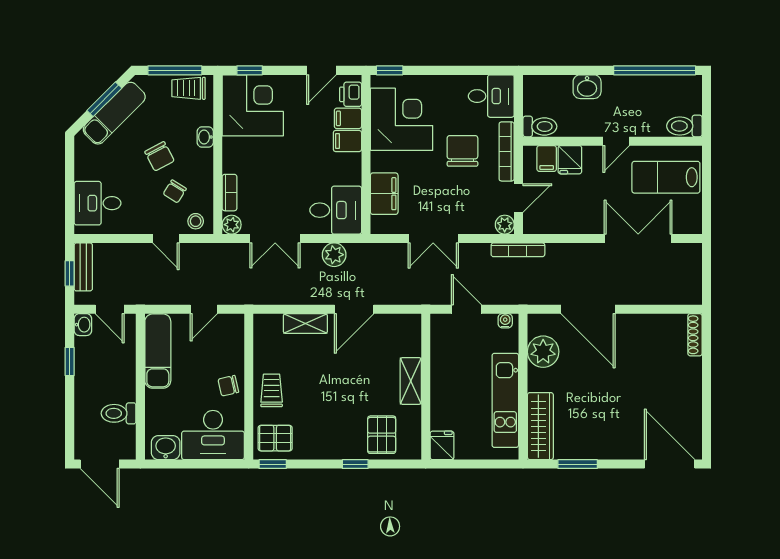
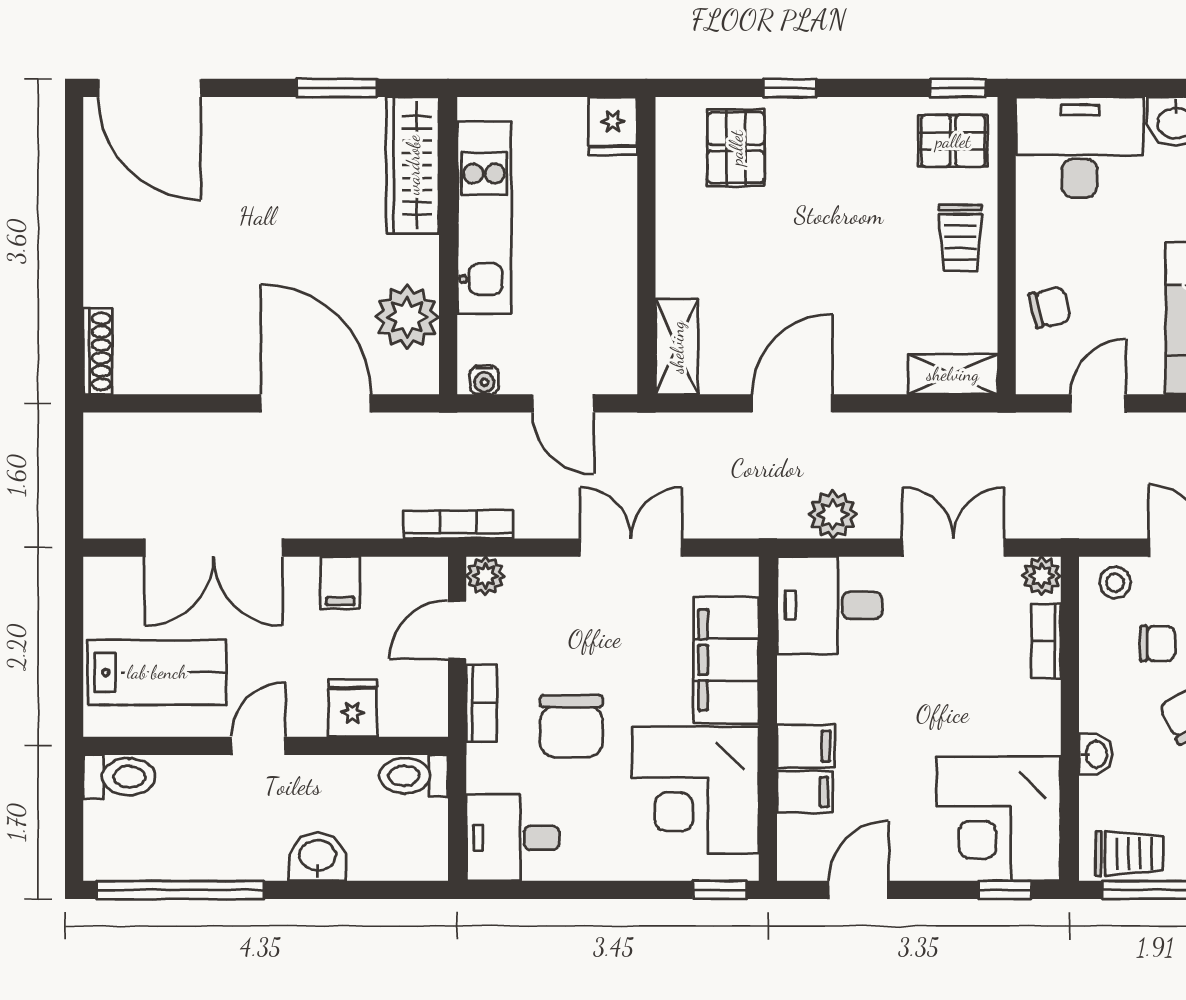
printer: (351, 94) -> (799, 841), removed
bookcase: (507, 151) -> (482, 703), width x0.64
filing cabinet: (547, 158) -> (340, 583), moved, turned 180
chair: (175, 191) -> (1158, 643), turned 58
filing cabinet: (384, 194) -> (726, 660), width x1.50, depth x1.17
shelving: (305, 324) -> (953, 374), moved
shelving: (411, 381) -> (677, 347), moved
chair: (228, 386) -> (1050, 307), moved

